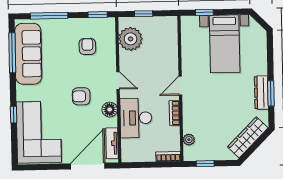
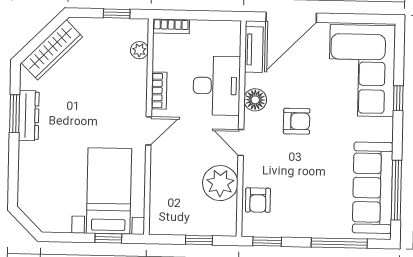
plant: (131, 39) -> (220, 183), moved
bed with nightstands: (225, 44) -> (109, 191), moved
armchair: (87, 46) -> (258, 200), moved

